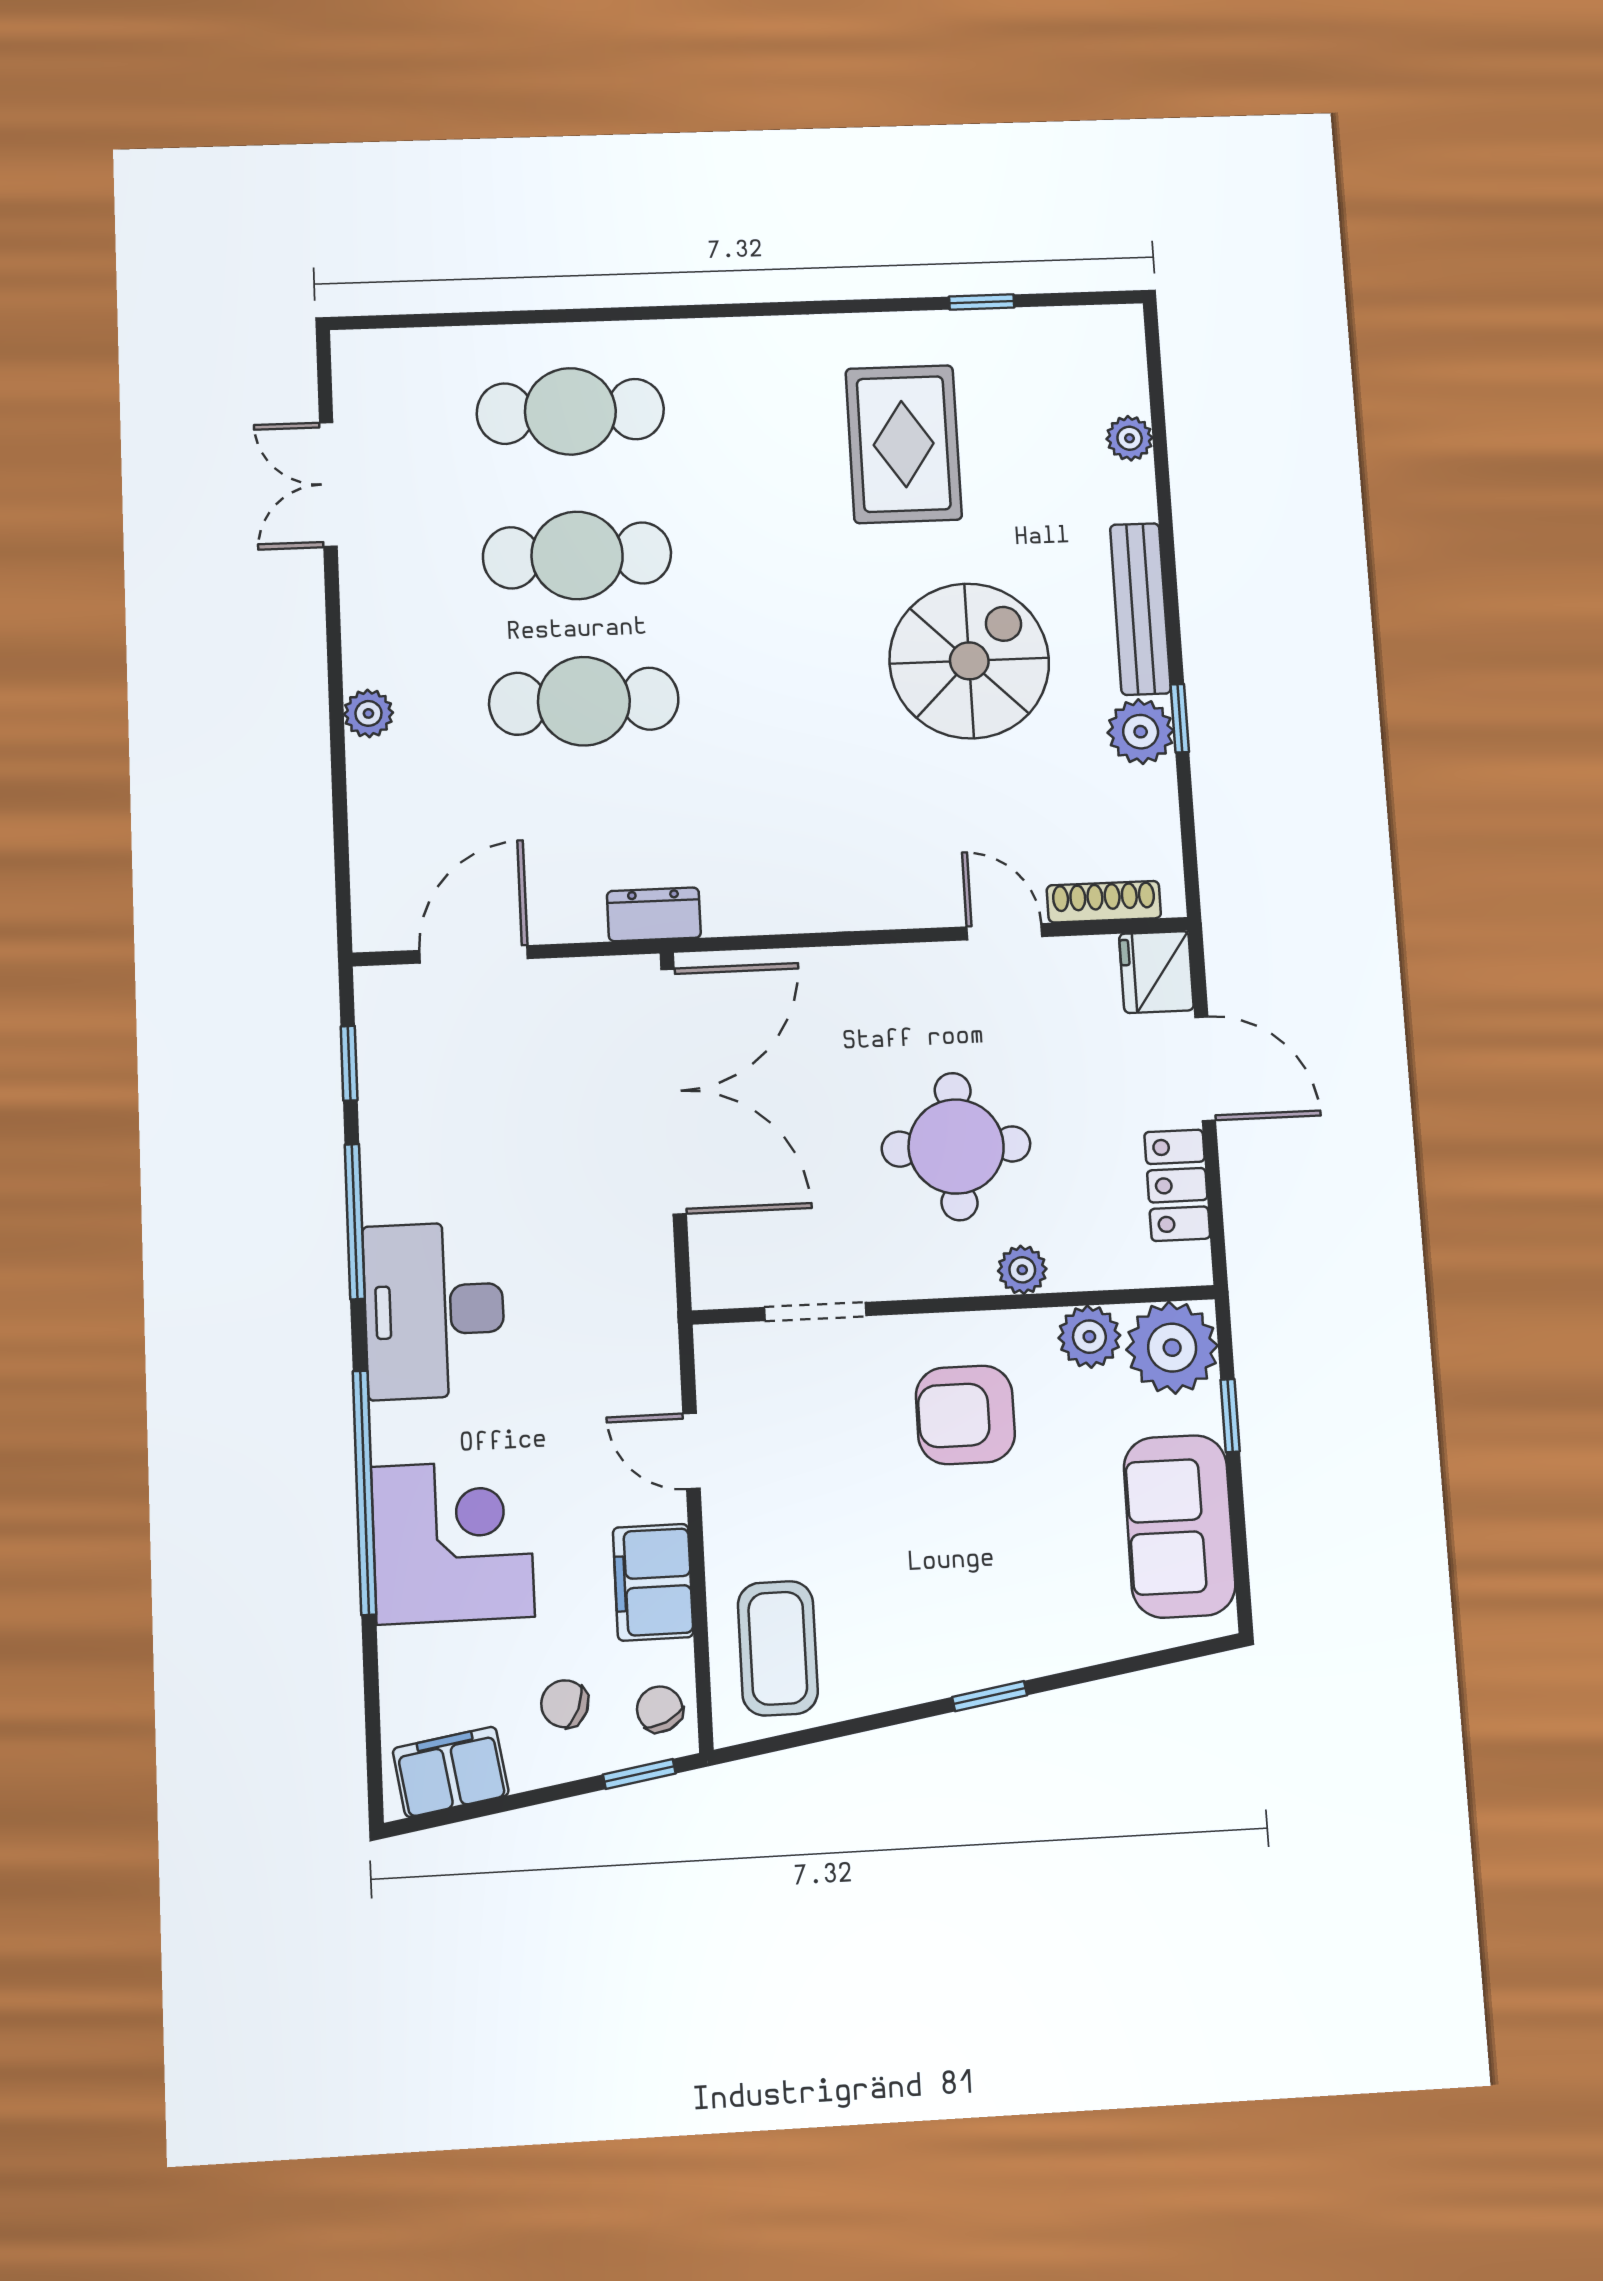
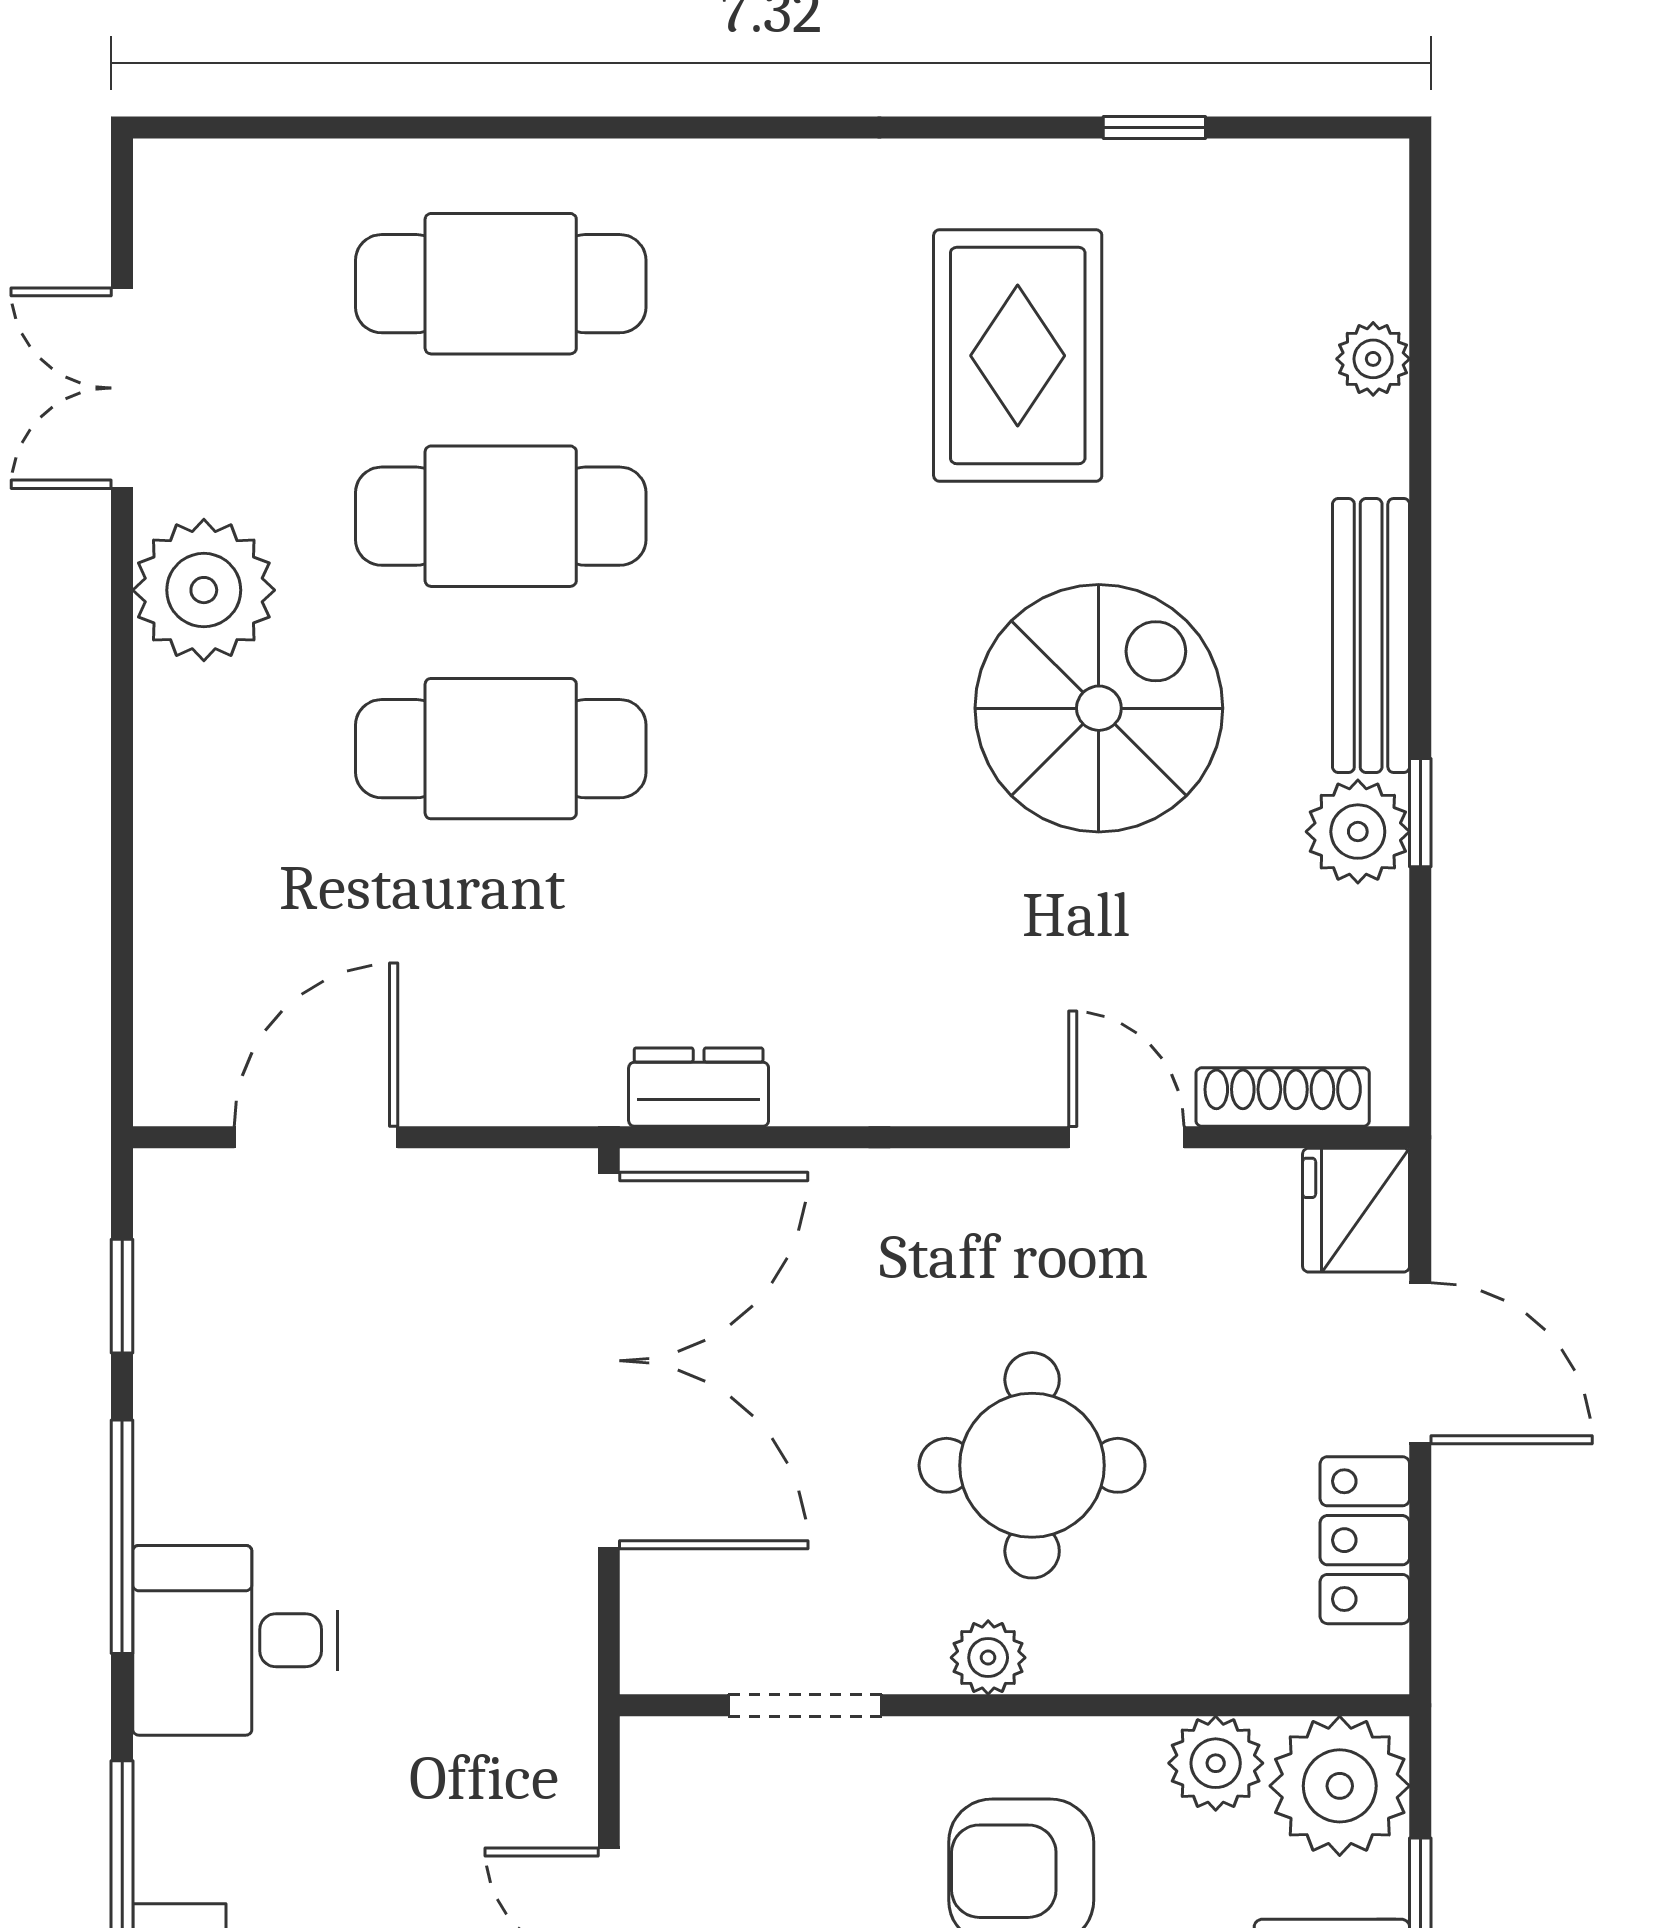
plant: (368, 713) -> (204, 590), moved, width x1.88, depth x1.88
dresser: (654, 914) -> (699, 1087), moved
plant: (1022, 1270) -> (988, 1658), moved
desk: (434, 1310) -> (235, 1640), width x0.73

